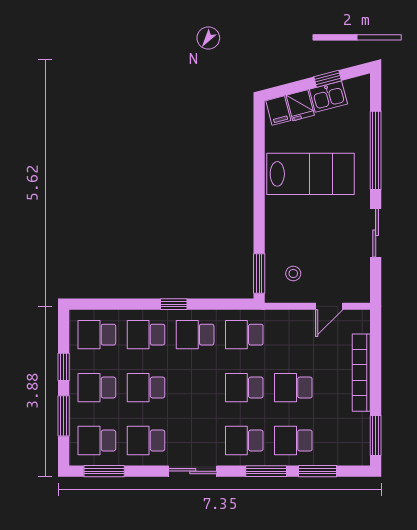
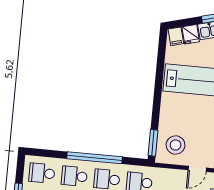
stool: (293, 274) -> (176, 145), width x1.89, depth x1.89
window: (174, 304) -> (95, 158), width x3.17

